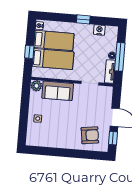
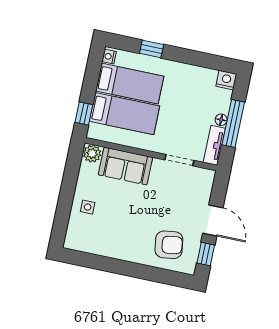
window: (83, 19) -> (152, 49), moved
nightstand: (99, 30) -> (226, 80), moved
window: (29, 52) -> (84, 113), moved

